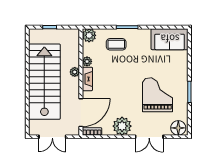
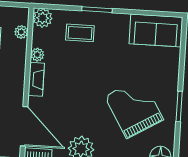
plant: (75, 72) -> (21, 32), moved
grand piano: (158, 95) -> (134, 108), turned -31
door: (81, 113) -> (24, 126), hinge flipped

